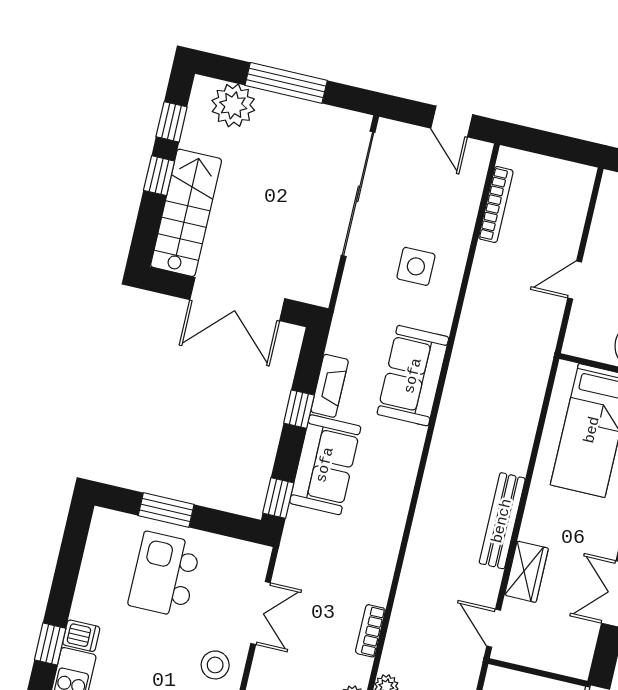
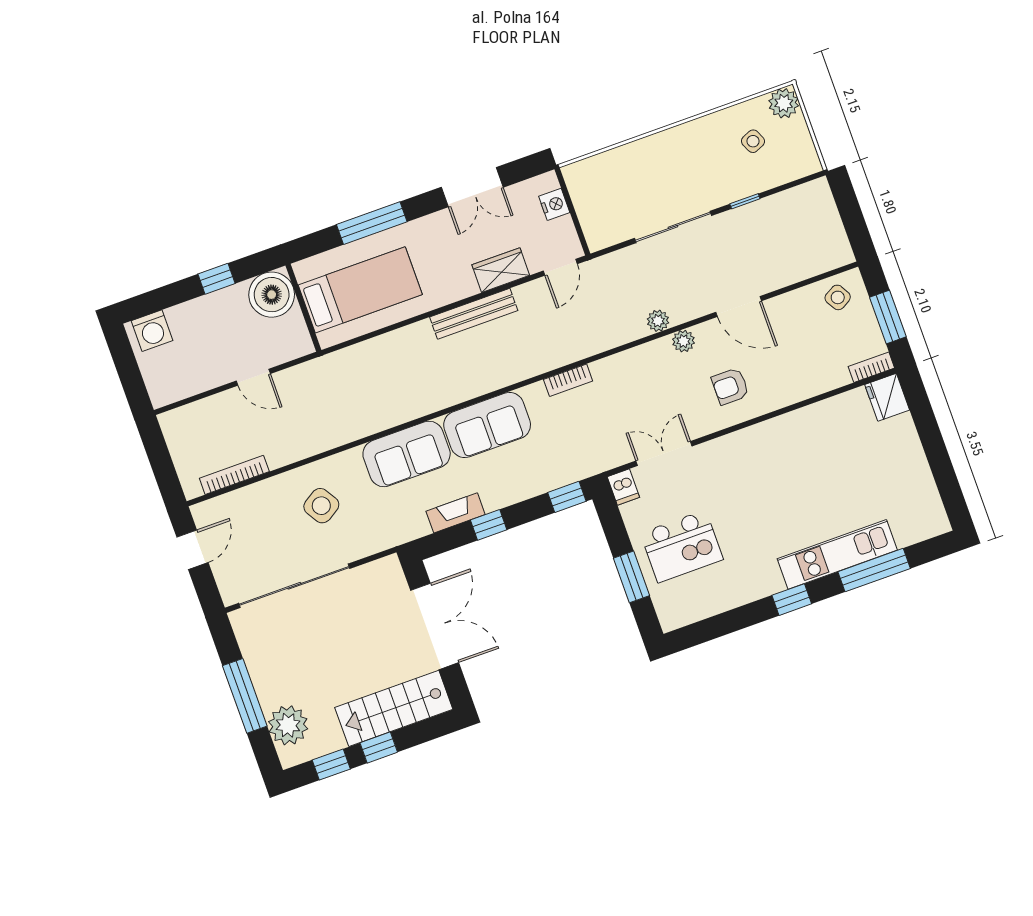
side table: (416, 266) -> (321, 506), turned -32
sofa: (325, 465) -> (487, 425), moved, turned 180
bookcase: (370, 631) -> (568, 380), moved
dishwasher: (81, 636) -> (623, 487), moved, turned 180
nightstand: (555, 660) -> (554, 204), added
stool: (215, 665) -> (726, 463), removed

